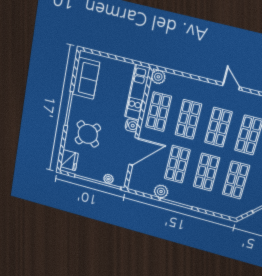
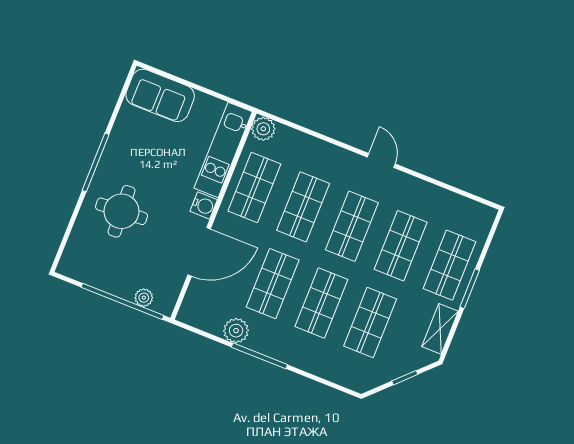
sofa: (86, 78) -> (160, 95), moved, turned 90
round table: (88, 134) -> (122, 211), turned 45
fridge: (69, 160) -> (77, 255), removed

